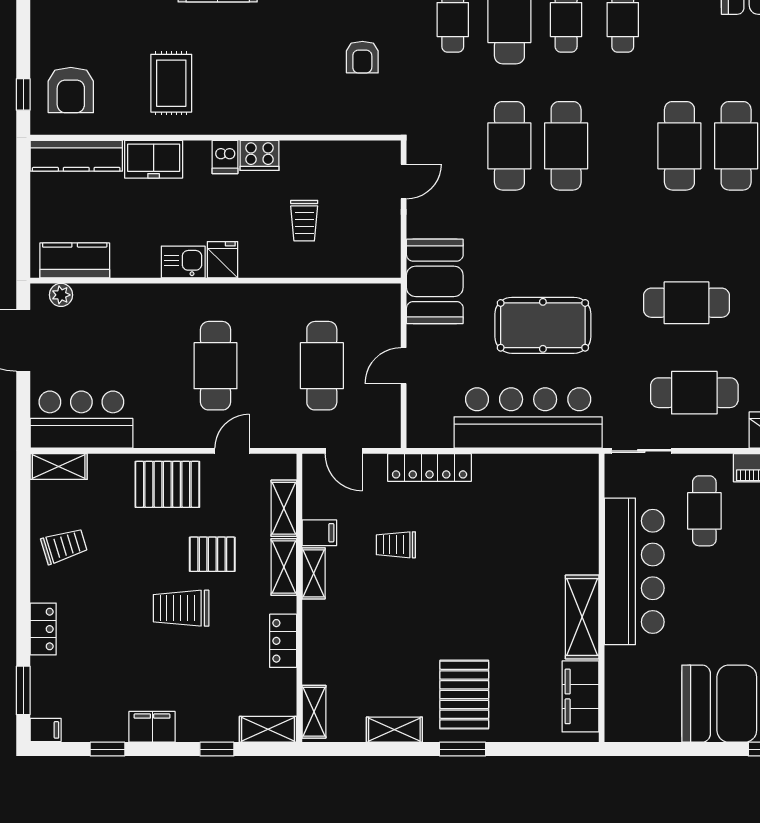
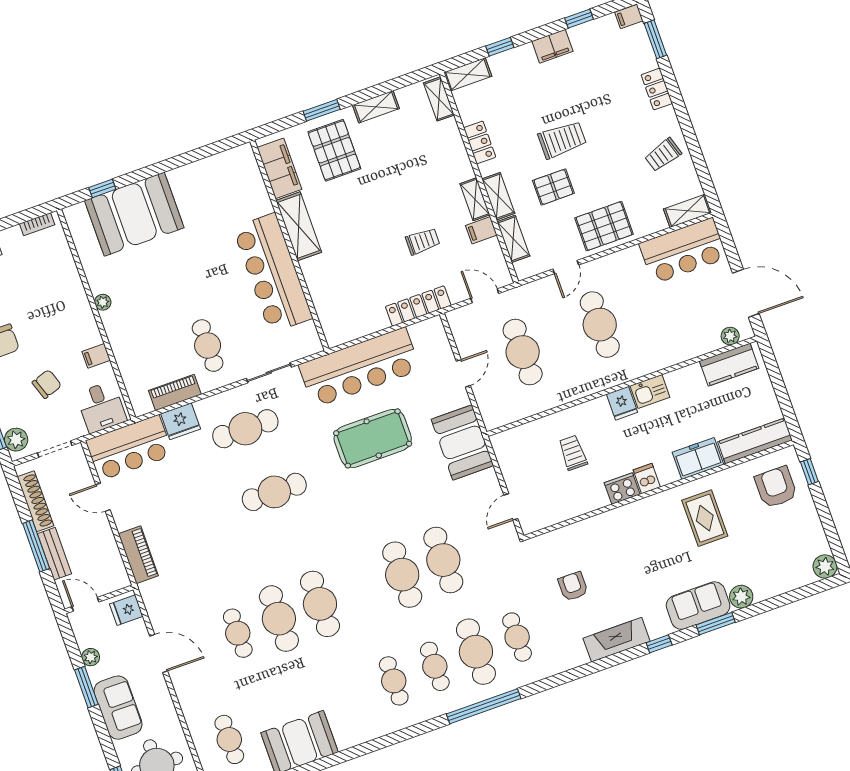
bar counter: (634, 571) -> (273, 273), moved
wall: (602, 598) -> (290, 245), moved
shelving: (582, 617) -> (299, 226), moved
filing cabinet: (580, 696) -> (279, 168), moved

